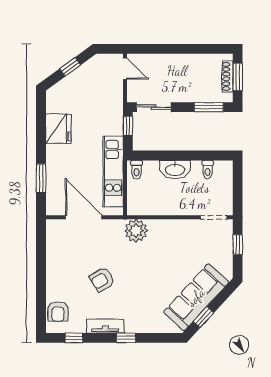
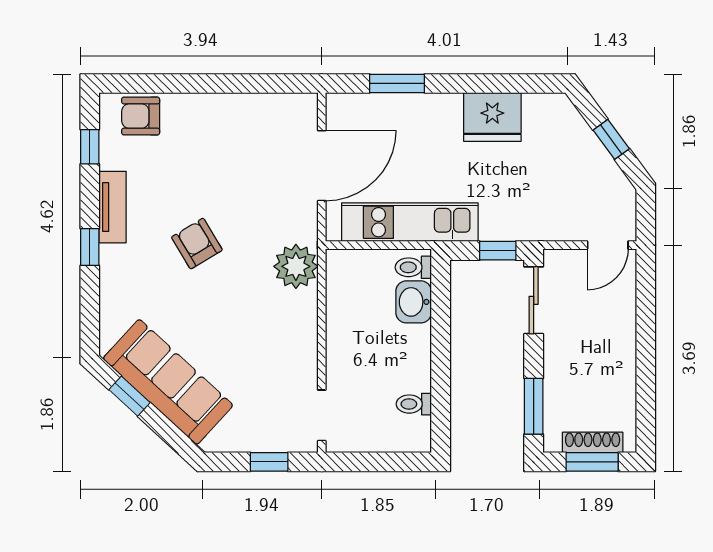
washbasin: (175, 170) -> (414, 302), moved, width x0.72
armchair: (102, 280) -> (197, 244), moved

